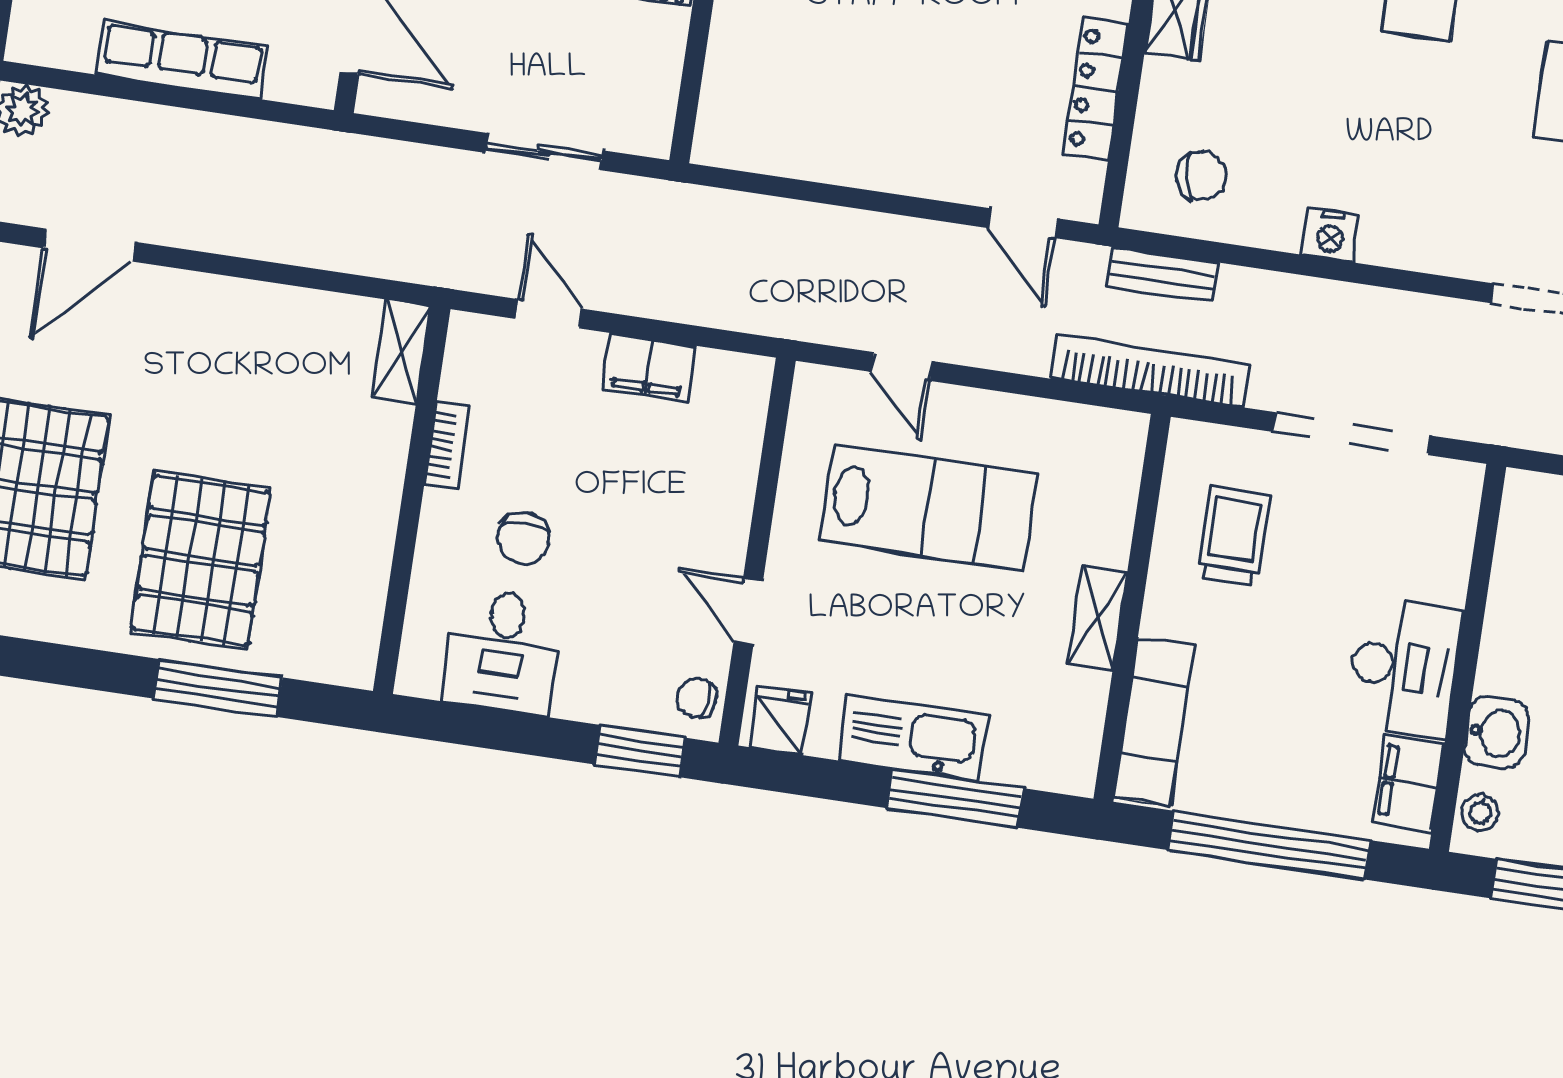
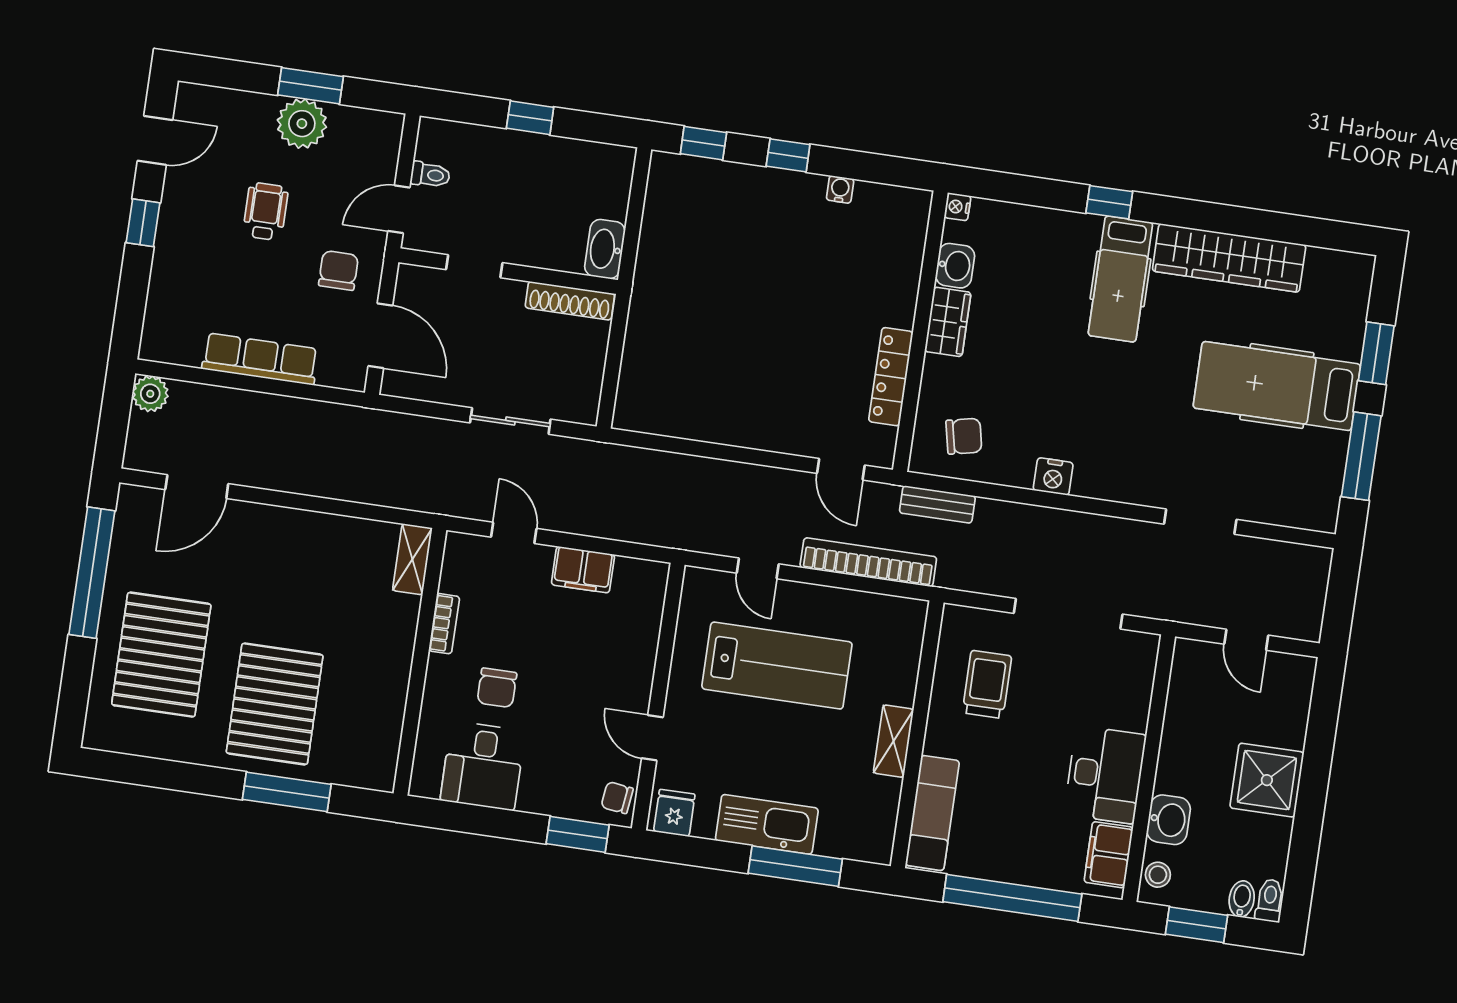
bookcase: (1149, 371) -> (868, 562), moved

